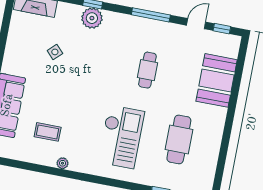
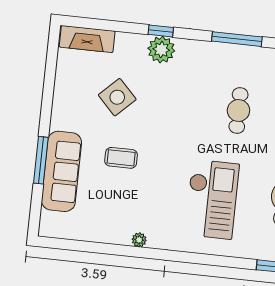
side table: (55, 52) -> (117, 97), width x1.87, depth x1.87
coffee table: (48, 132) -> (121, 158), moved

